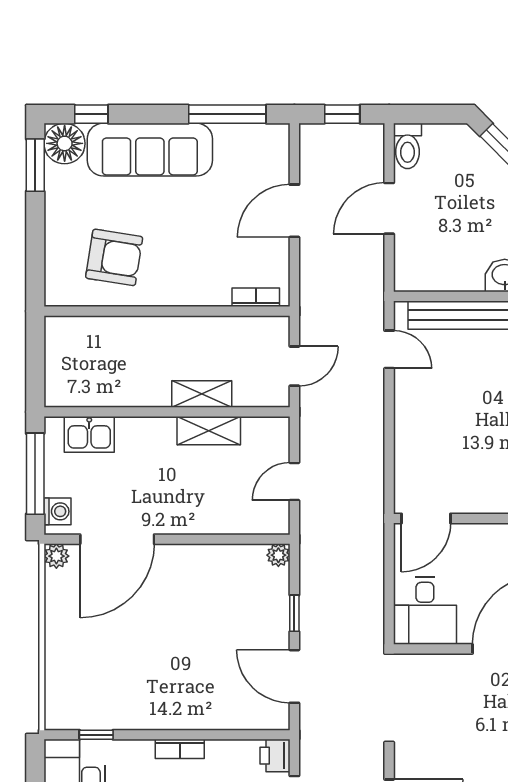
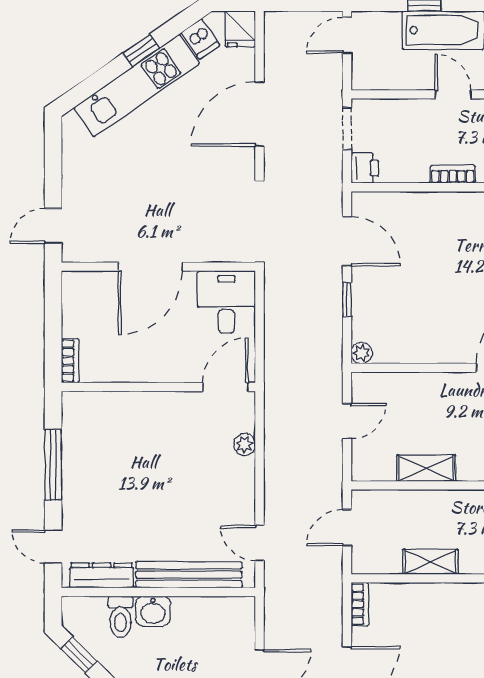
bookcase: (256, 297) -> (360, 604), moved, turned -90
shelving: (202, 394) -> (430, 562), moved
plant: (405, 456) -> (245, 444), added

